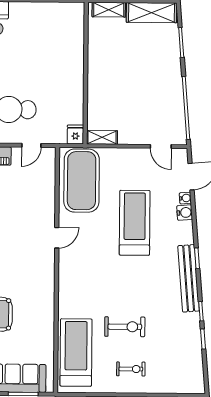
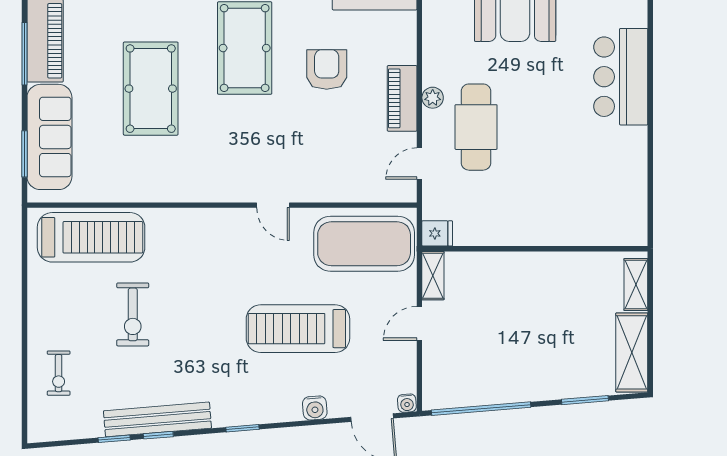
door: (31, 145) -> (419, 164), hinge flipped
door: (161, 146) -> (419, 323), moved
water cooler: (185, 198) -> (407, 403), moved
treadmill: (135, 223) -> (298, 329), turned 180
bench: (189, 278) -> (157, 419), moved
exercise bike: (131, 369) -> (59, 373), moved

